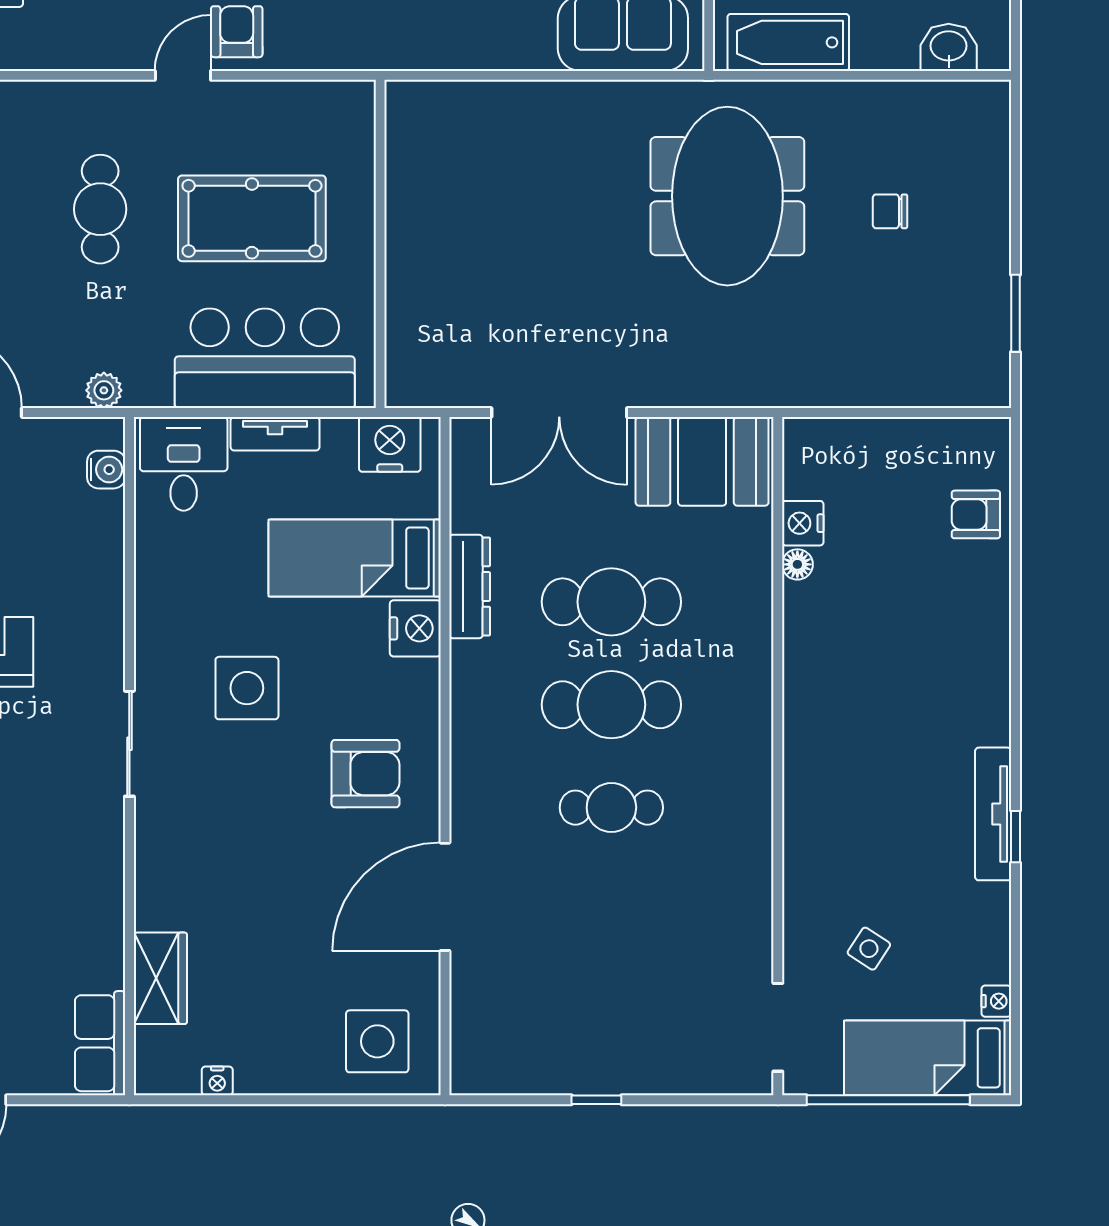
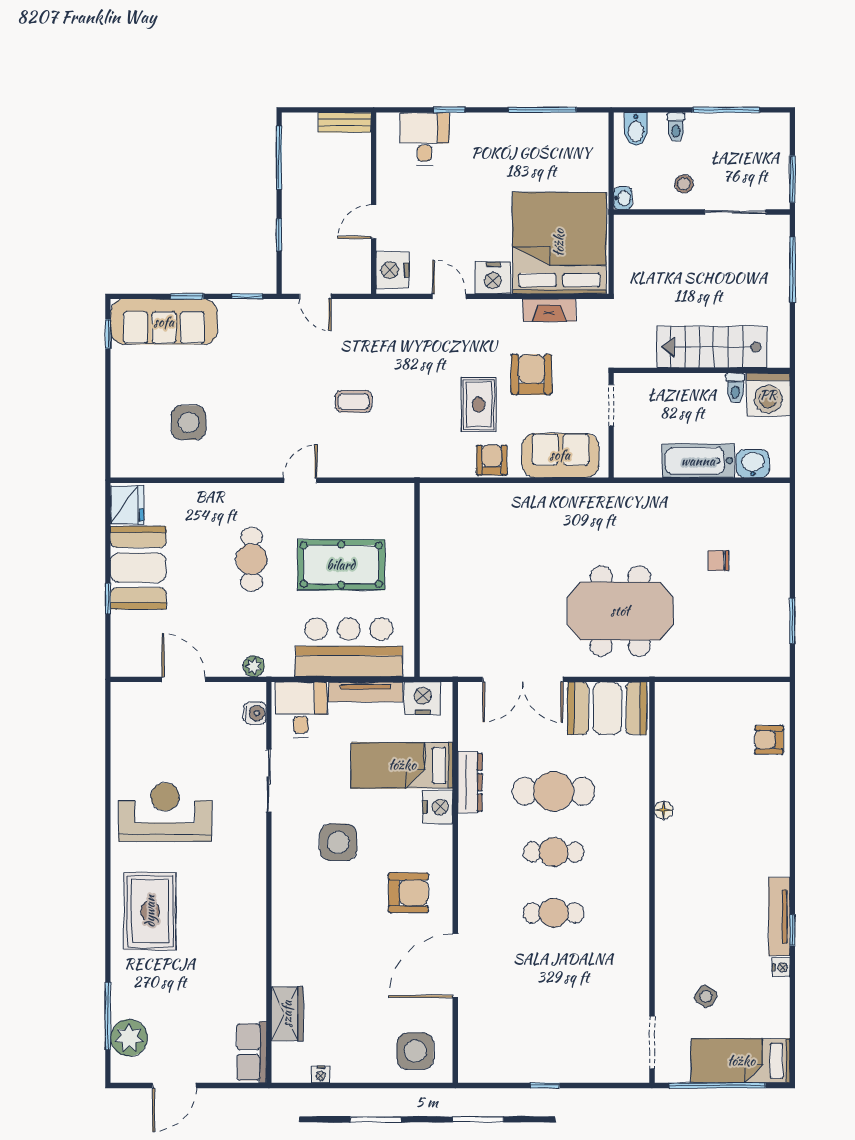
armchair: (237, 32) -> (492, 460), moved
bathtub: (788, 42) -> (698, 461), moved
meeting table: (727, 196) -> (620, 611), moved, turned 90
tv unit: (275, 434) -> (366, 692), width x1.41
nightstand: (803, 523) -> (667, 745), removed
floor lamp: (797, 564) -> (664, 810), moved
cafe table: (611, 705) -> (554, 852), width x0.73, depth x0.74
sliding door: (129, 744) -> (269, 781), moved
nightstand: (996, 1001) -> (781, 967), moved

